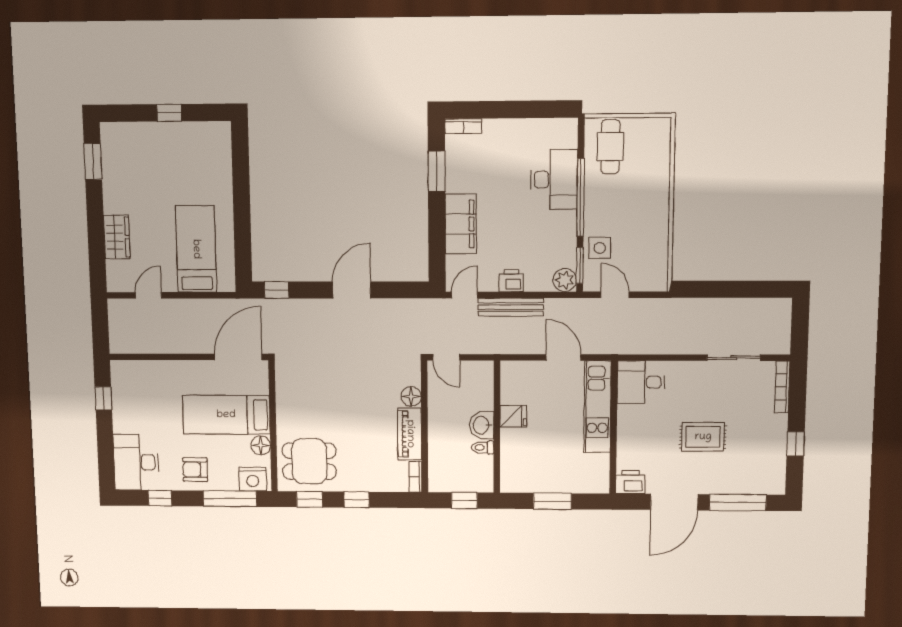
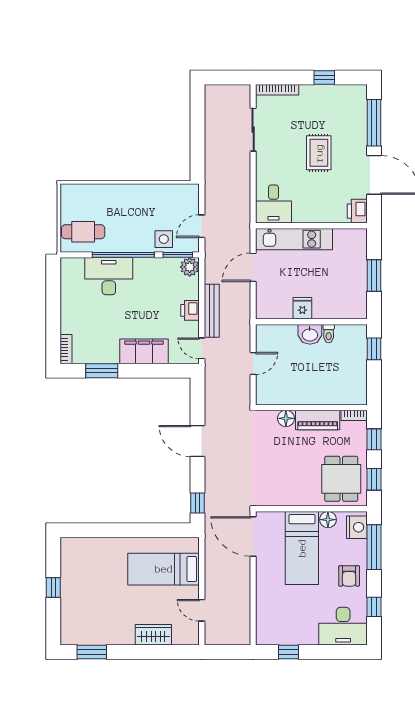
floor lamp: (411, 396) -> (286, 418), moved
wall: (424, 427) -> (311, 408), moved
piano: (410, 434) -> (318, 420), moved
bookcase: (416, 477) -> (354, 415), moved

